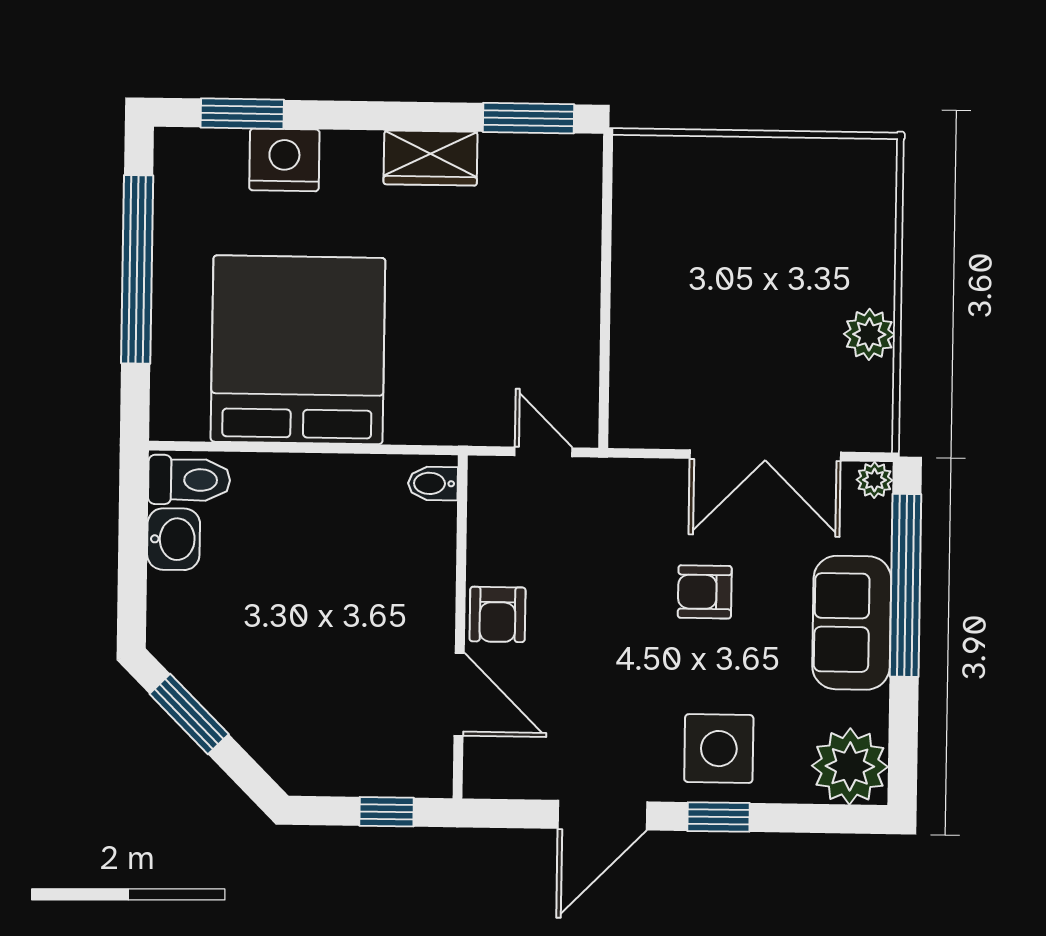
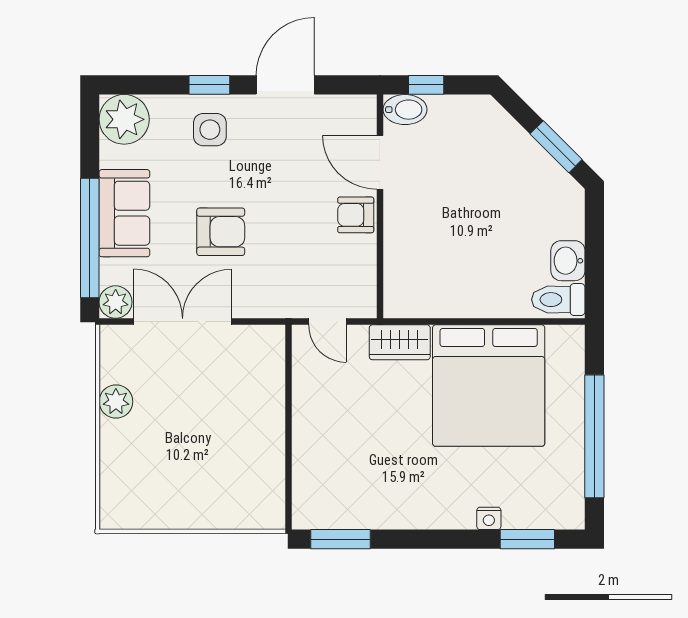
wardrobe: (431, 158) -> (400, 342), moved, turned 180
nightstand: (284, 160) -> (489, 518), width x0.53, depth x0.56
plant: (874, 480) -> (116, 302), width x1.38, depth x1.38
bidet: (433, 483) -> (405, 110), moved, width x1.38, depth x1.36
armchair: (705, 592) -> (221, 232), width x1.38, depth x1.38
armchair: (498, 614) -> (356, 215), turned -90
side table: (719, 749) -> (210, 130), width x0.73, depth x0.73

